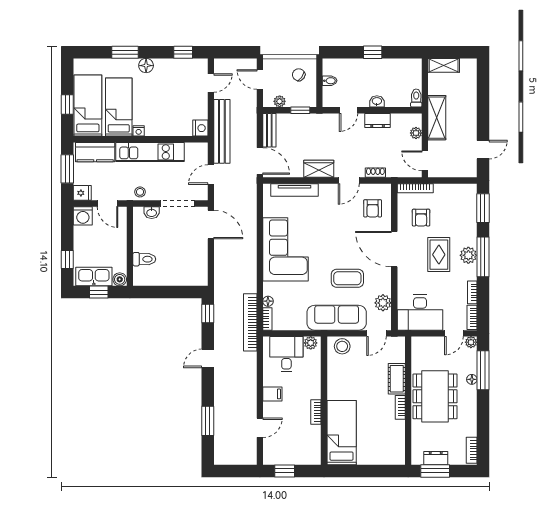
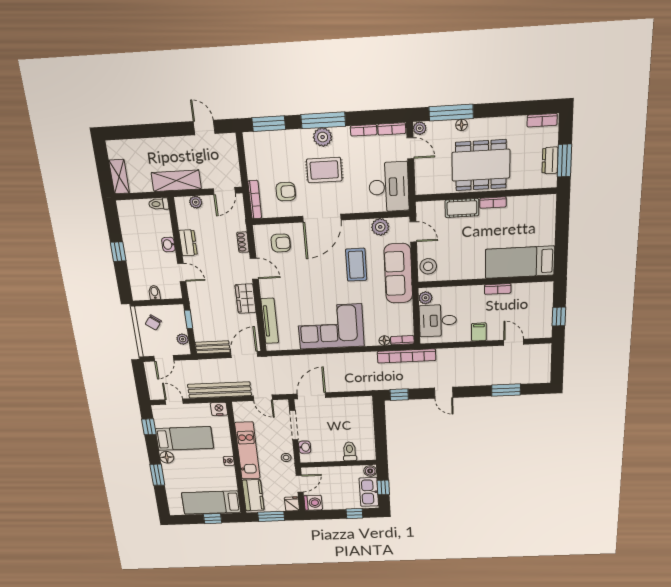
bed: (119, 107) -> (184, 438), moved, turned 180

